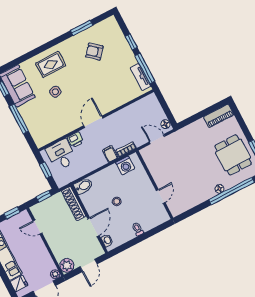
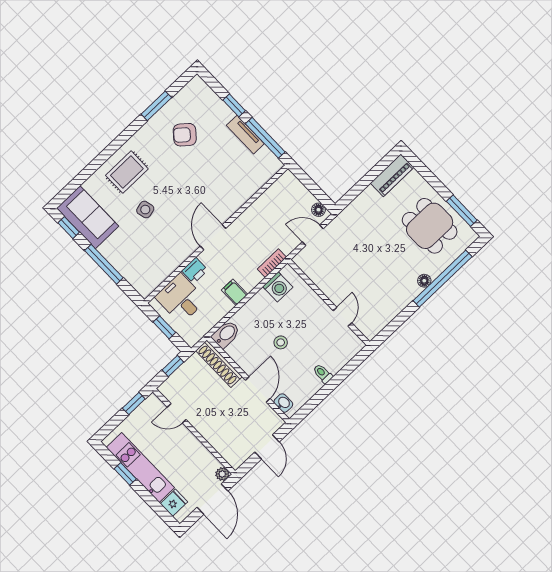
tv unit: (140, 77) -> (245, 135), moved
filing cabinet: (110, 154) -> (234, 292), moved
plant: (67, 265) -> (235, 456), removed

